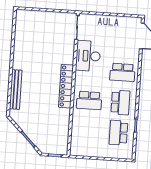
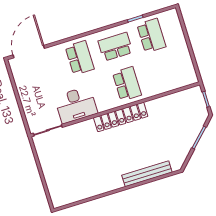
school desk: (118, 133) -> (151, 36), turned -90

